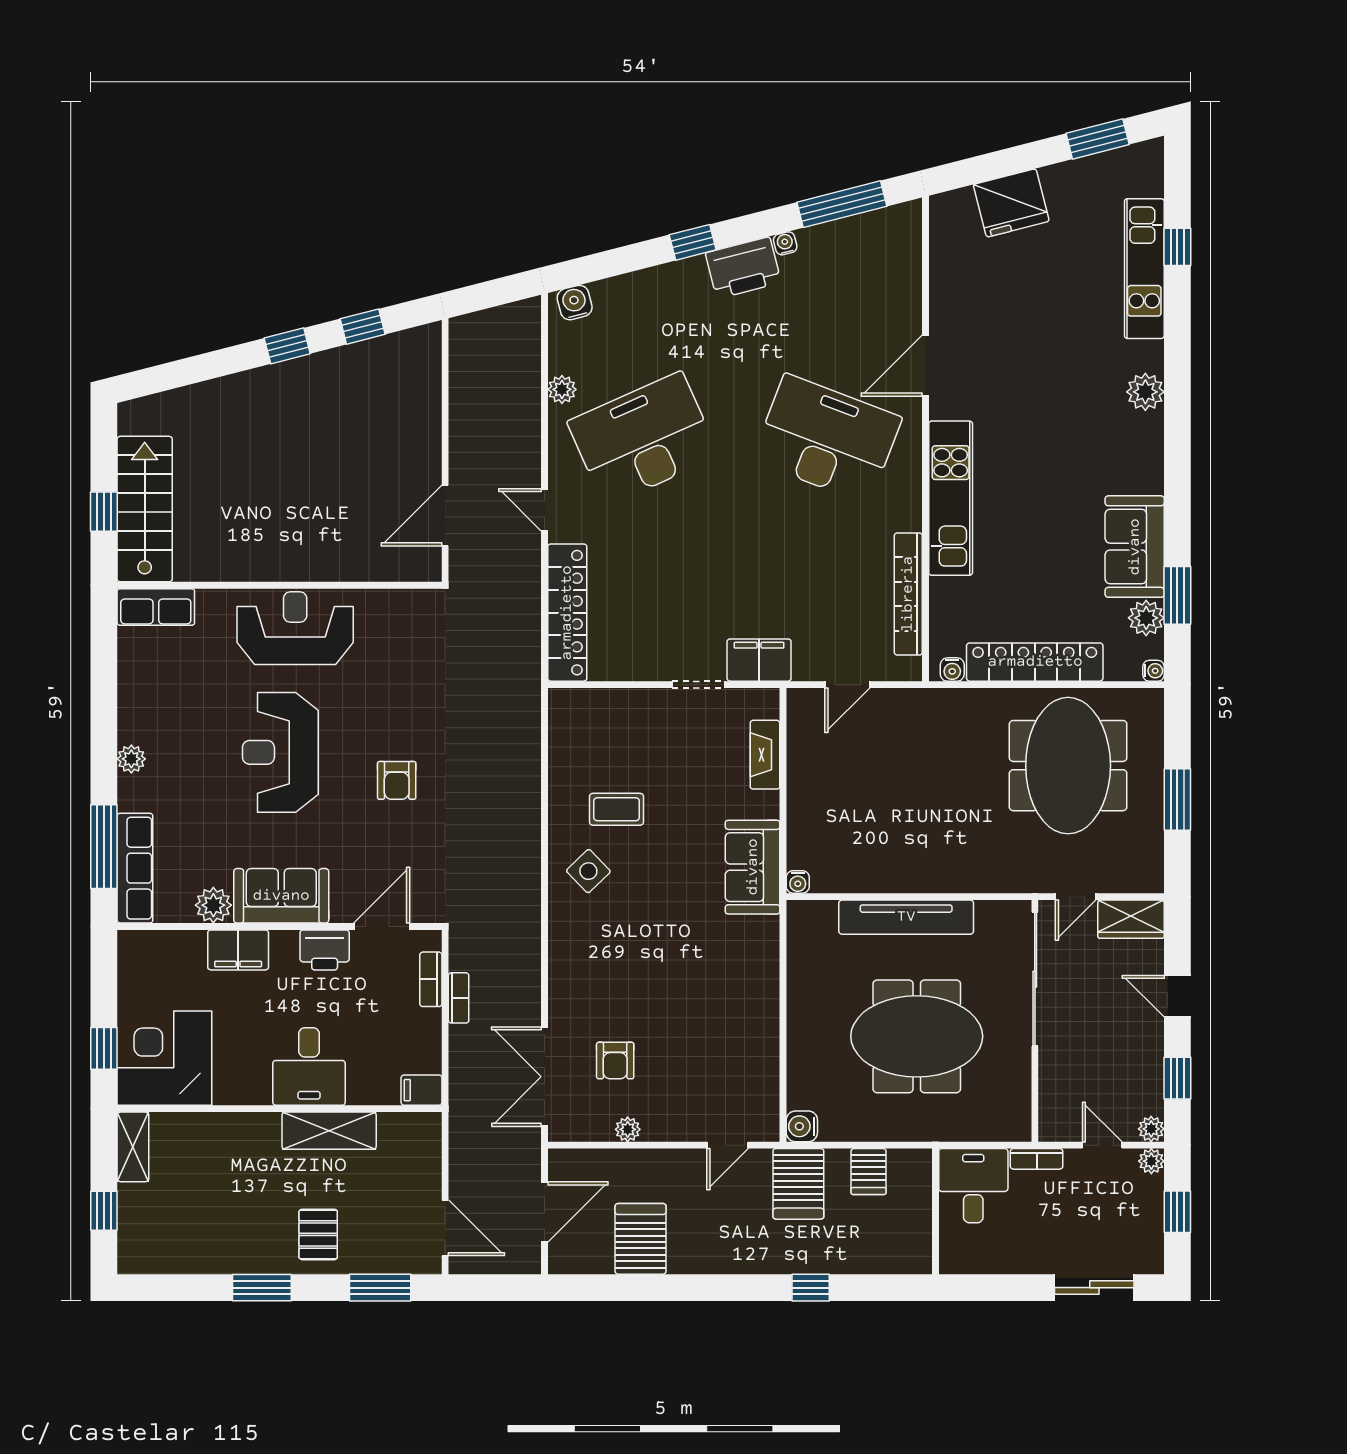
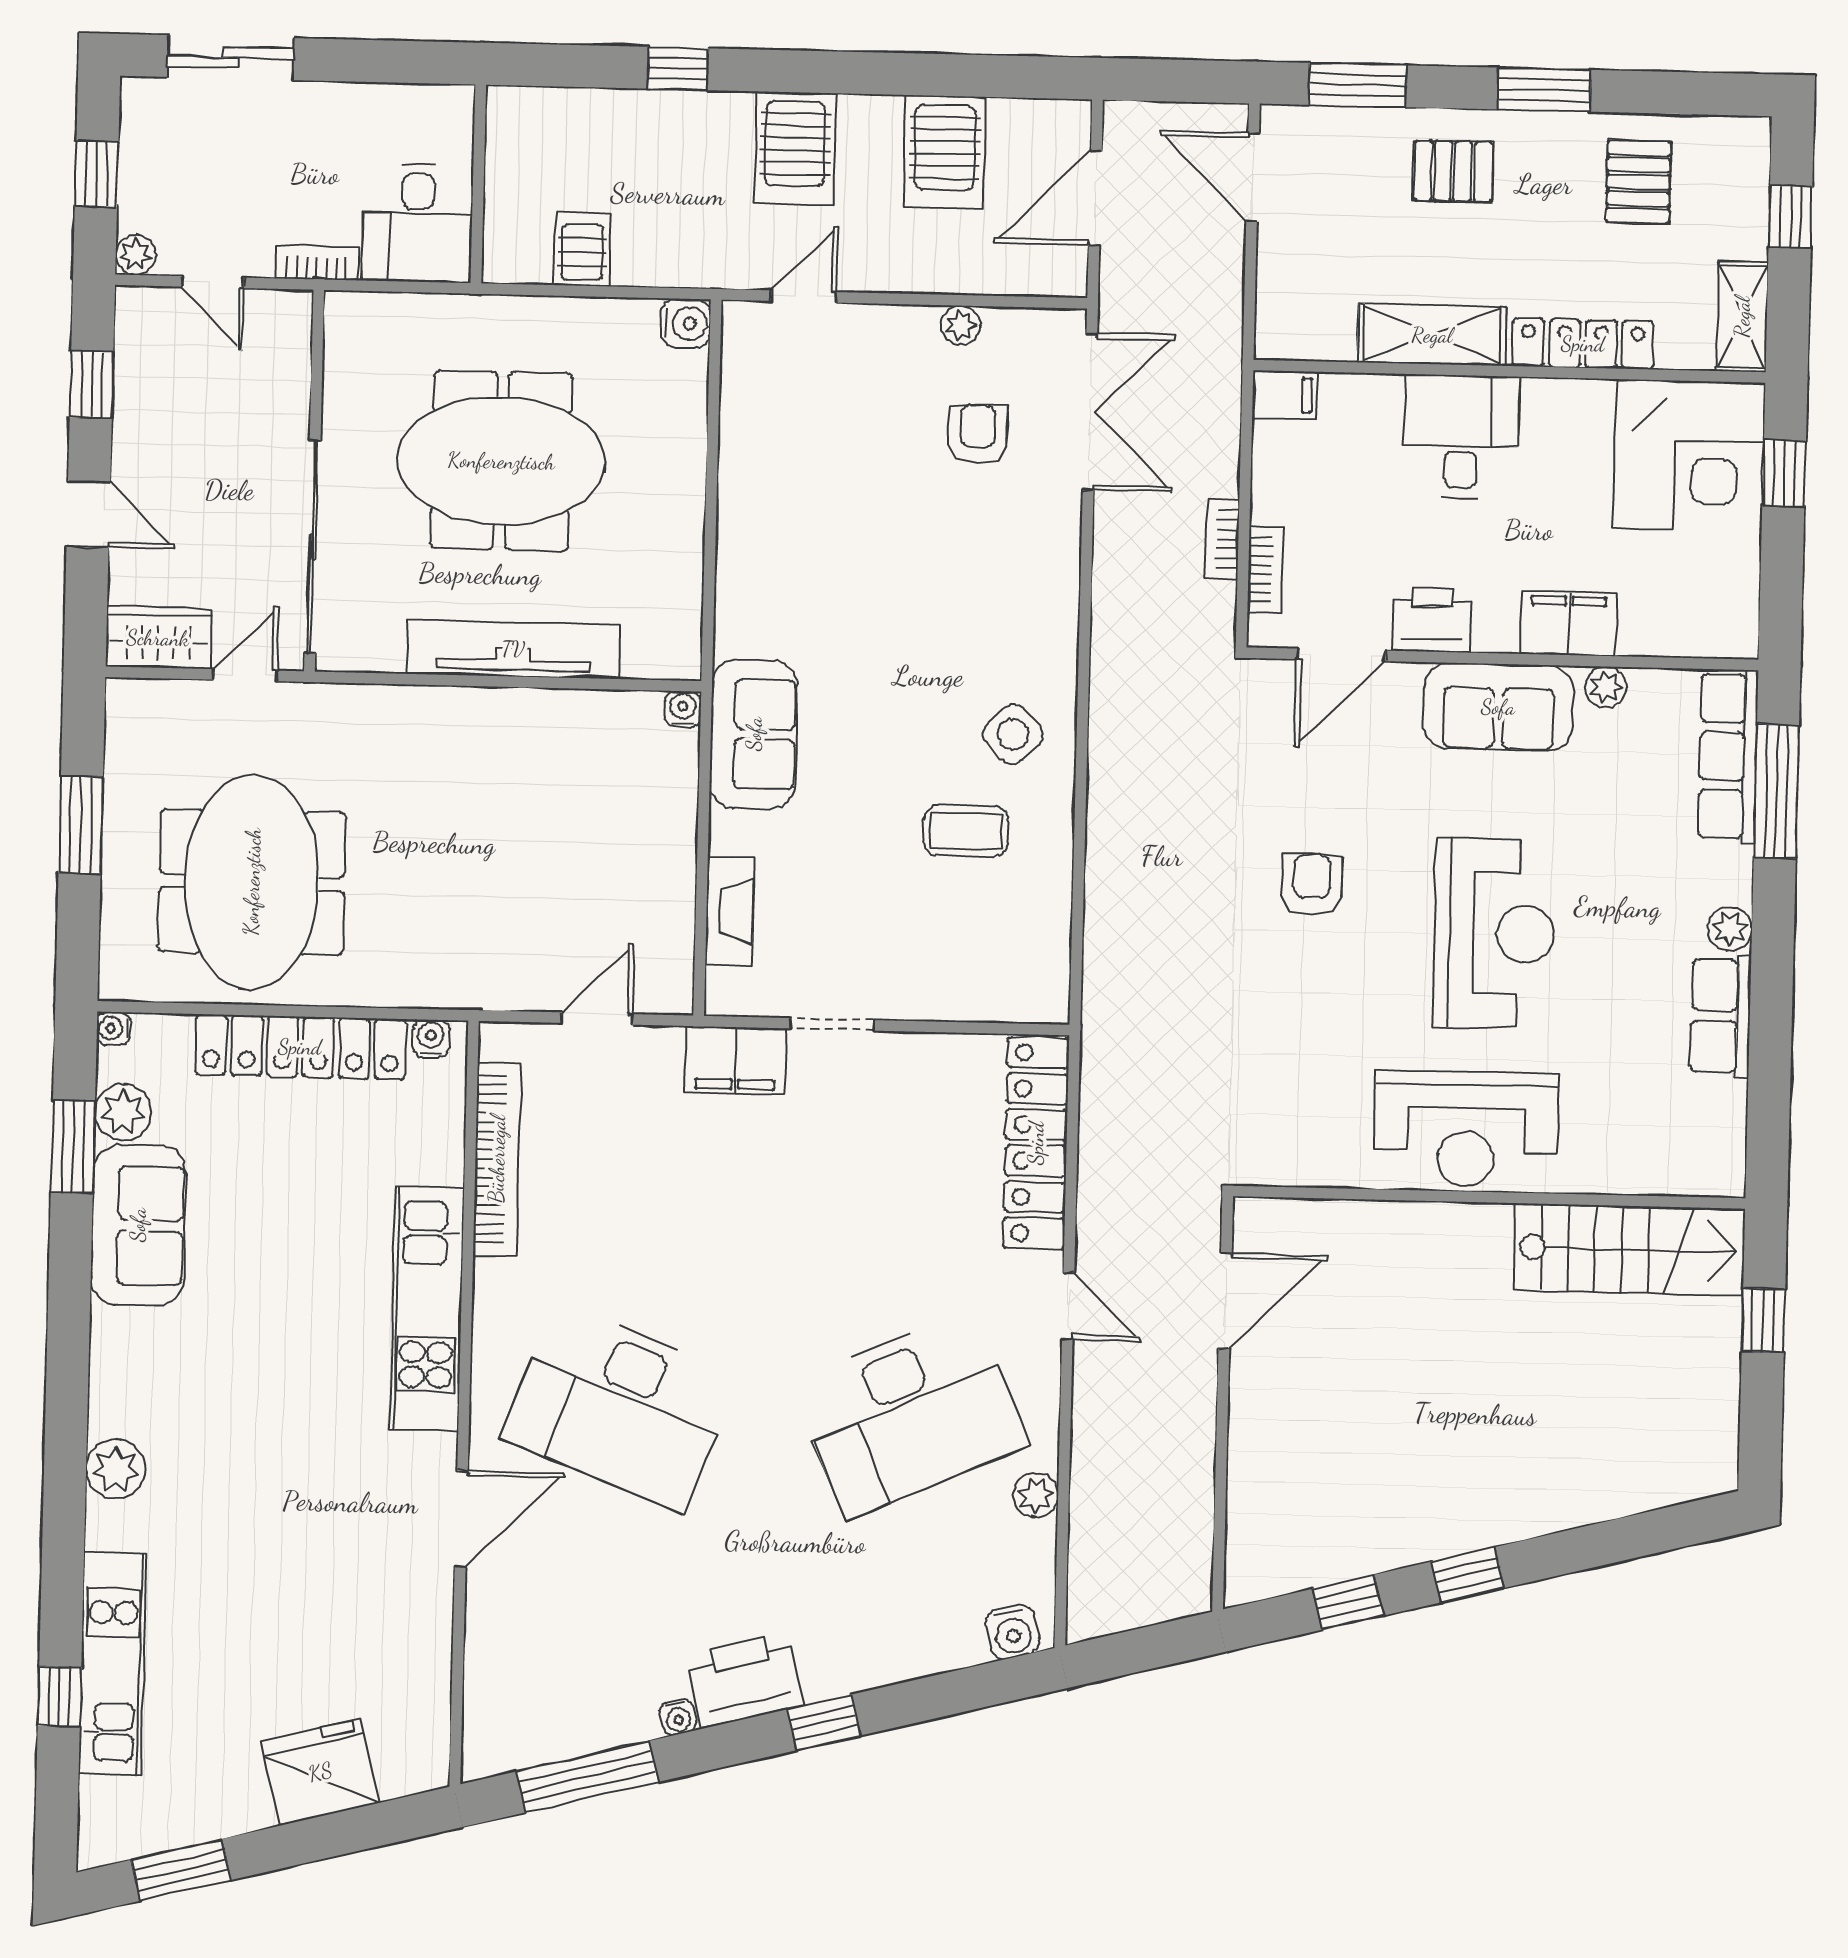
stairs: (145, 509) -> (1629, 1249), moved, turned -90
row of seats: (156, 607) -> (1721, 1016), moved, turned -90
plant: (213, 905) -> (1606, 687), width x0.73, depth x0.73
locker: (233, 1127) -> (1583, 344), added
plant: (1151, 1129) -> (135, 306), removed
server rack: (798, 1184) -> (795, 148), moved, turned 180
pallet: (201, 1231) -> (1638, 182), added
pallet: (318, 1234) -> (1453, 171), turned 90

